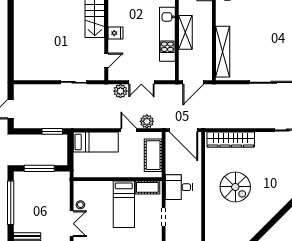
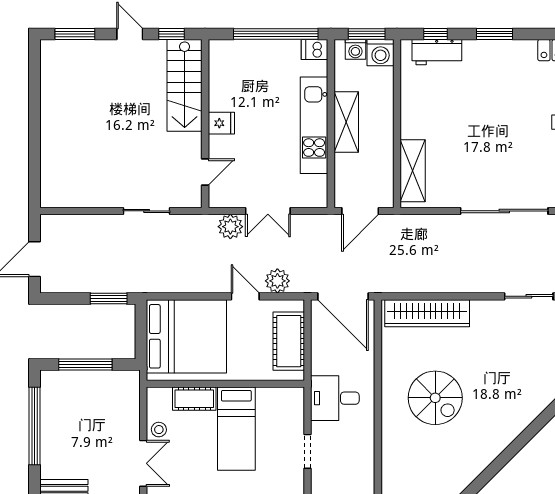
shelving: (223, 52) -> (413, 171), width x0.68
bed: (96, 142) -> (186, 336), width x2.04
cot: (147, 187) -> (194, 399), moved

